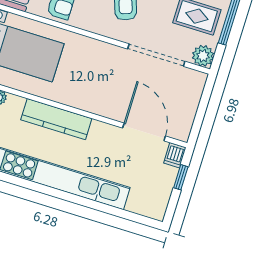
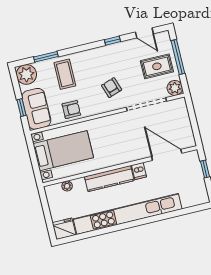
dishwasher: (175, 155) -> (139, 171), moved

